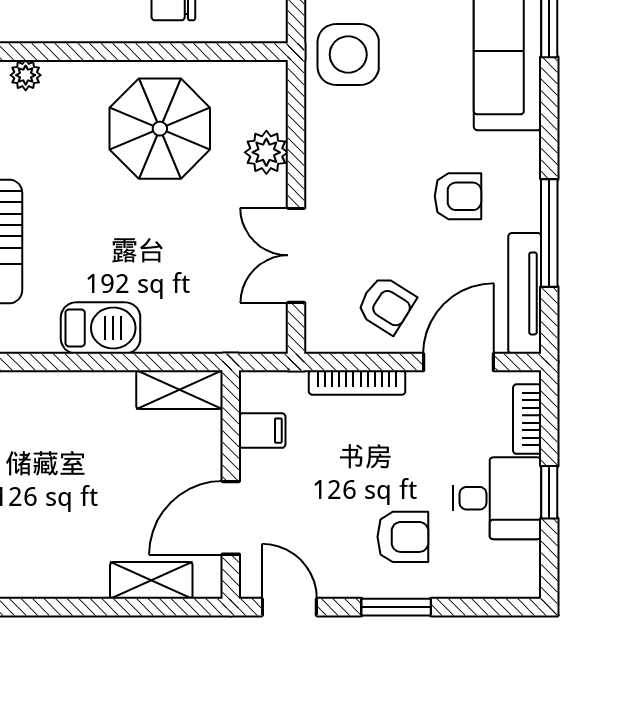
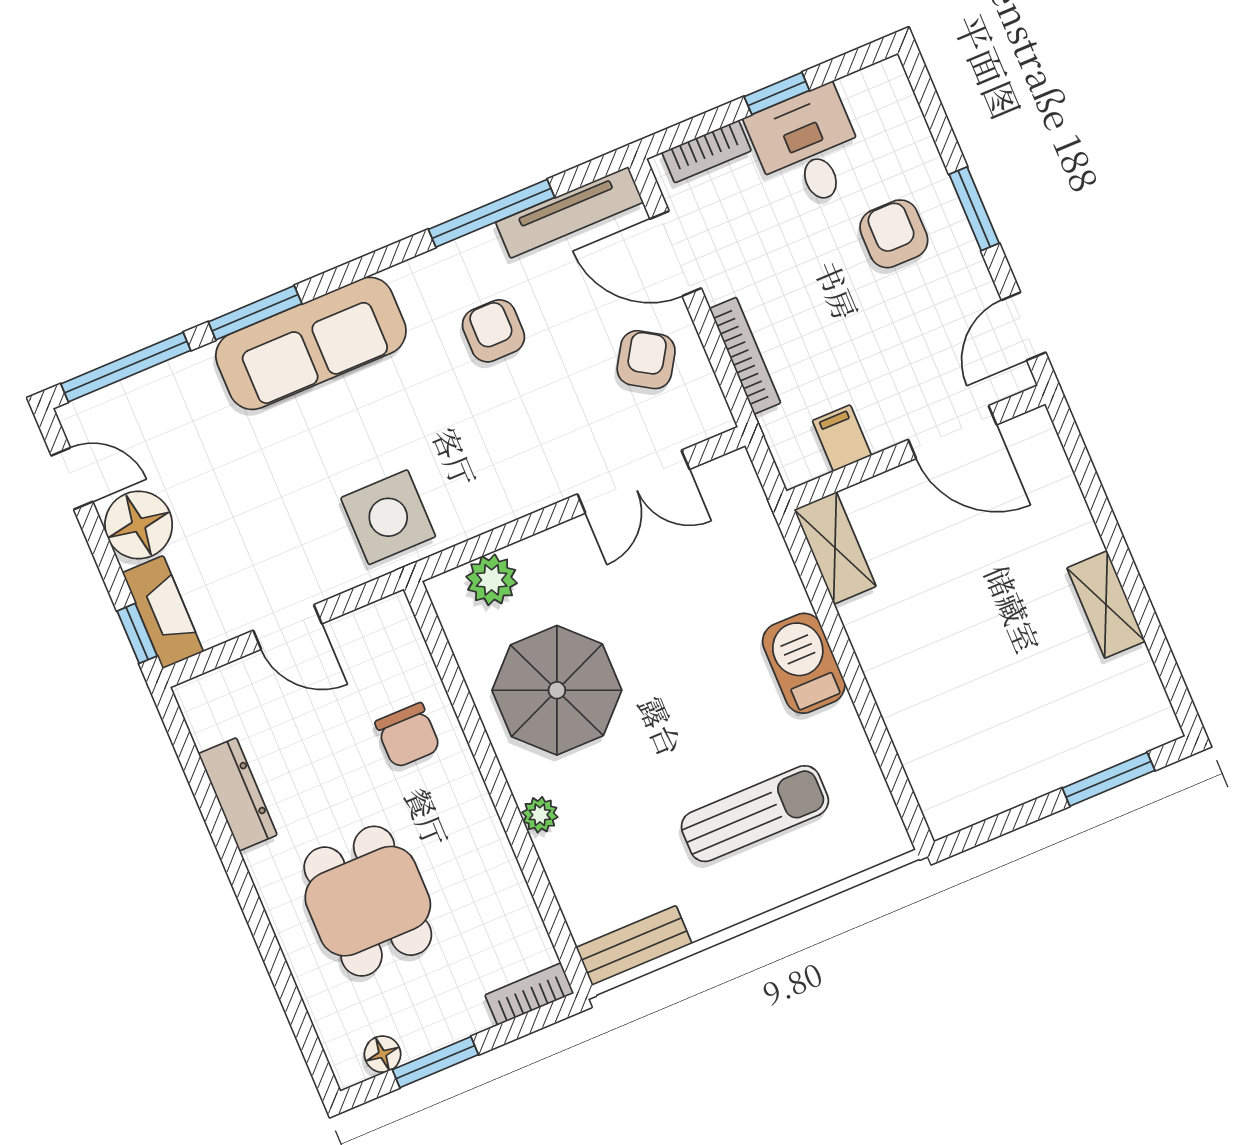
plant: (26, 75) -> (540, 815), moved
plant: (266, 152) -> (492, 580), moved
shelving: (151, 580) -> (1106, 605), moved

